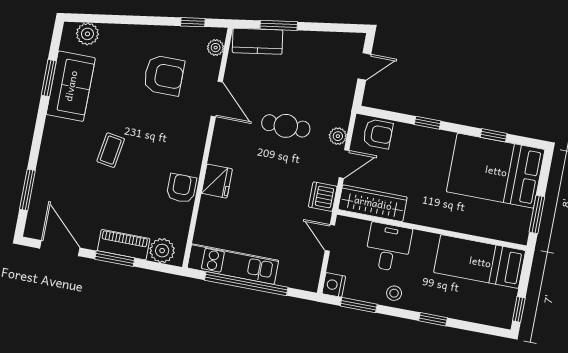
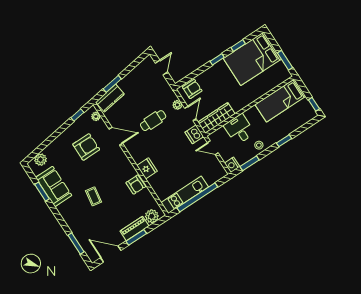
window: (428, 123) -> (217, 59), moved
armchair: (181, 188) -> (136, 185), turned 180

